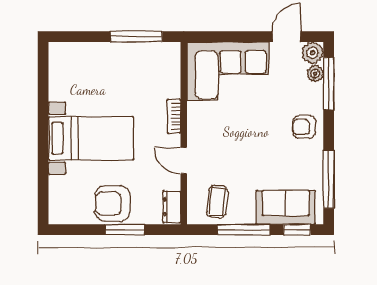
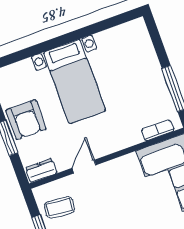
bookcase: (174, 116) -> (158, 130), moved
armchair: (113, 203) -> (26, 120), turned 180

